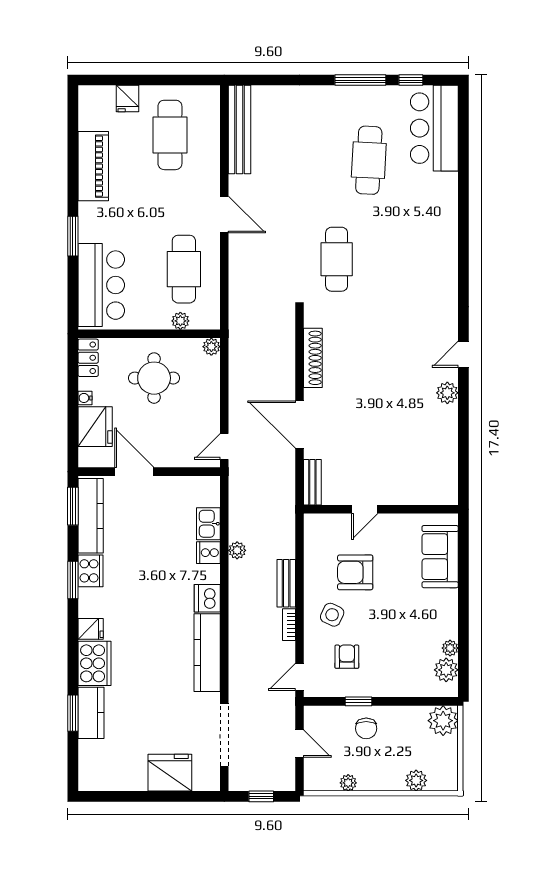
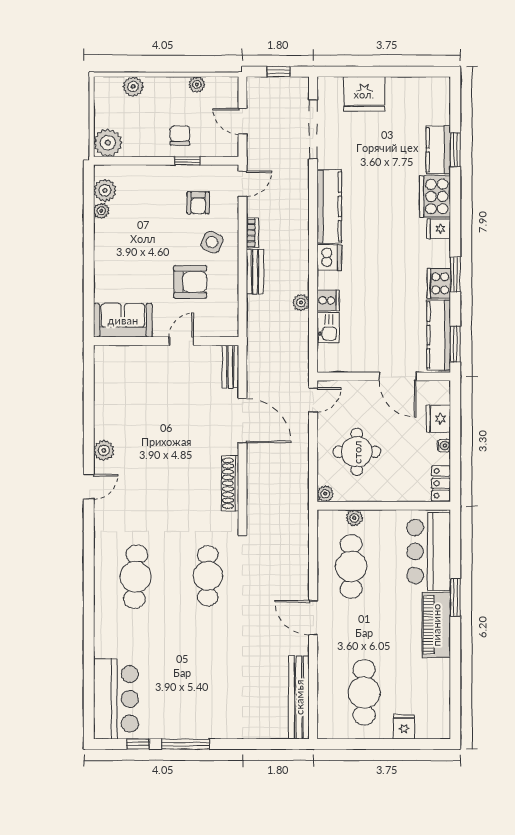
cafe table: (369, 160) -> (136, 577), moved
piano: (93, 166) -> (436, 625), moved
round table: (154, 378) -> (357, 452), moved
fridge: (95, 427) -> (438, 419), width x0.73, depth x0.75
sofa: (440, 557) -> (123, 320), moved, turned -90

